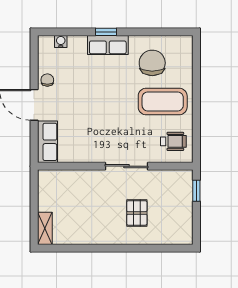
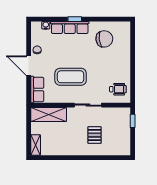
row of seats: (108, 45) -> (70, 27), width x1.48
chair: (152, 63) -> (104, 39), turned 83
coffee table: (163, 101) -> (71, 77), moved
shelving: (65, 181) -> (49, 114), added

